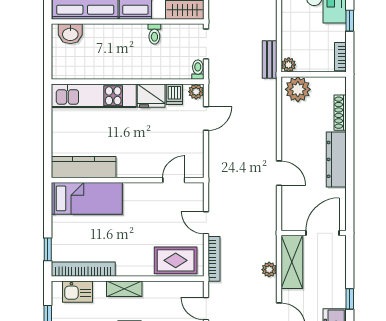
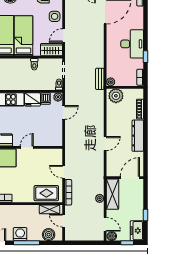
door: (279, 173) -> (105, 144), hinge flipped
door: (174, 180) -> (27, 147), moved
shelving: (124, 289) -> (50, 209), moved

